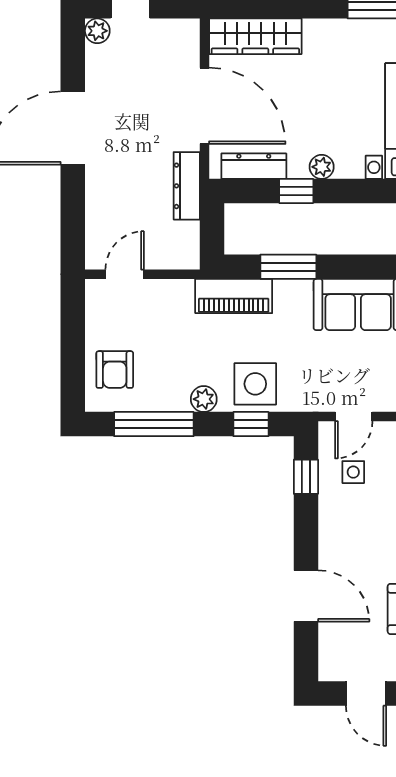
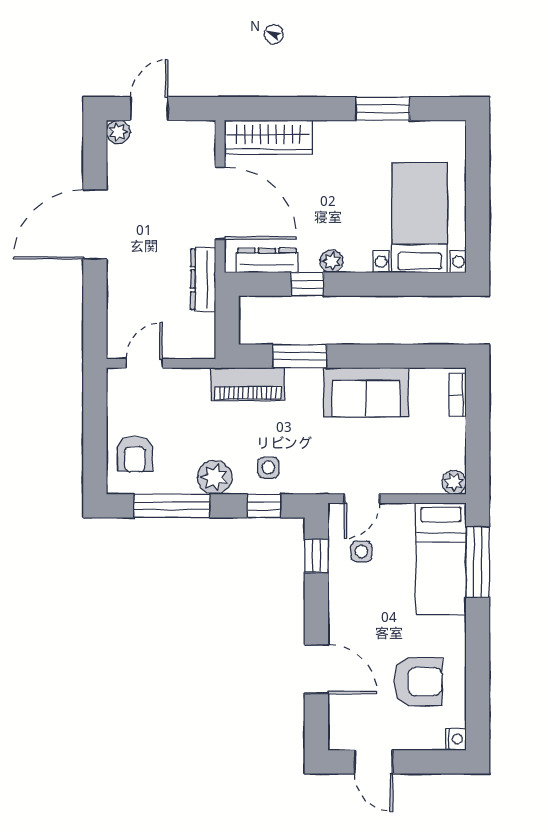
side table: (255, 384) -> (268, 468), width x0.54, depth x0.54
plant: (204, 399) -> (215, 477), width x1.38, depth x1.38

